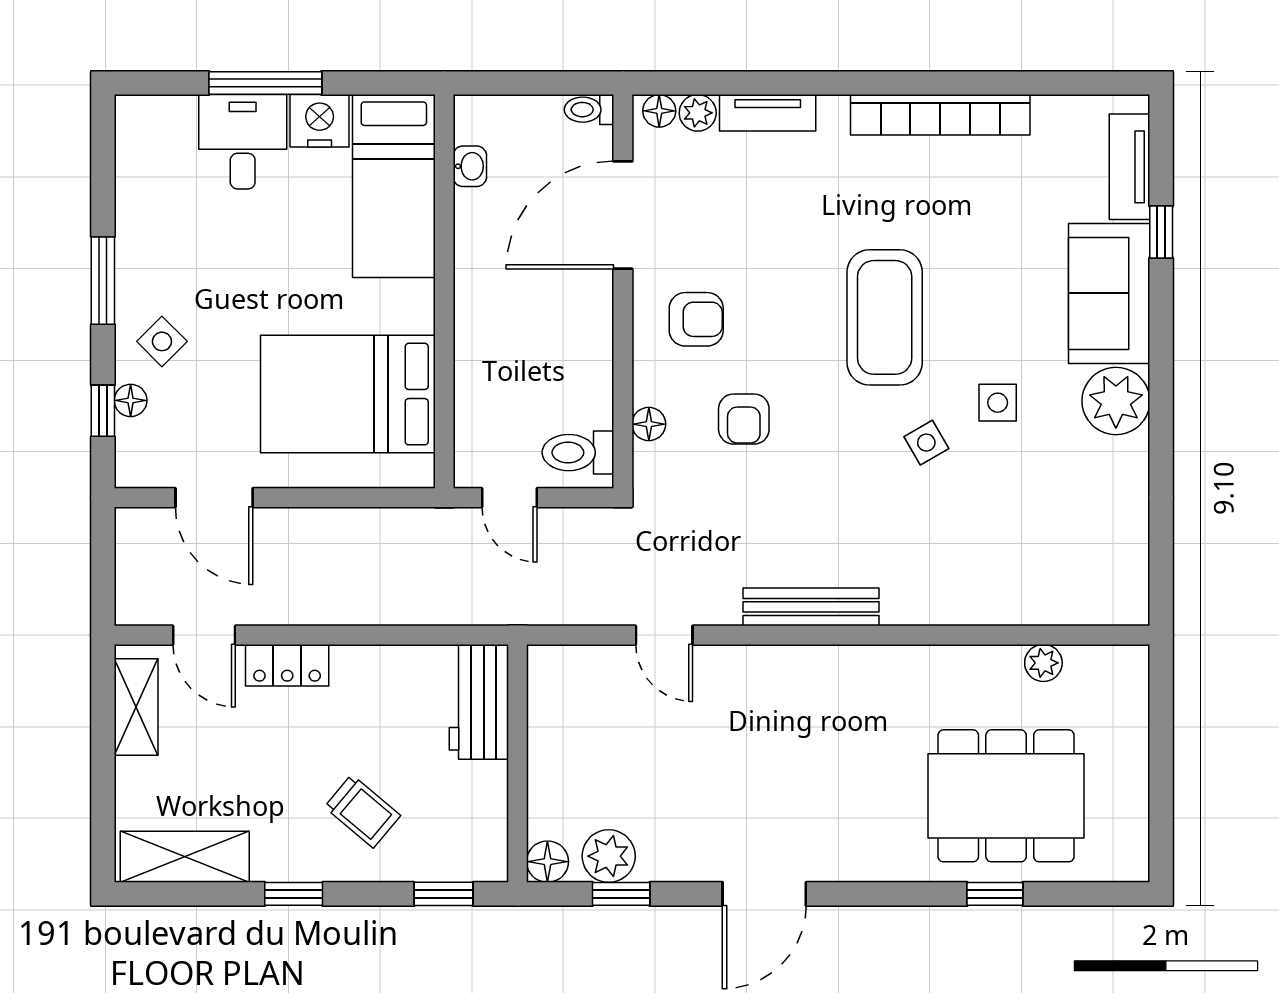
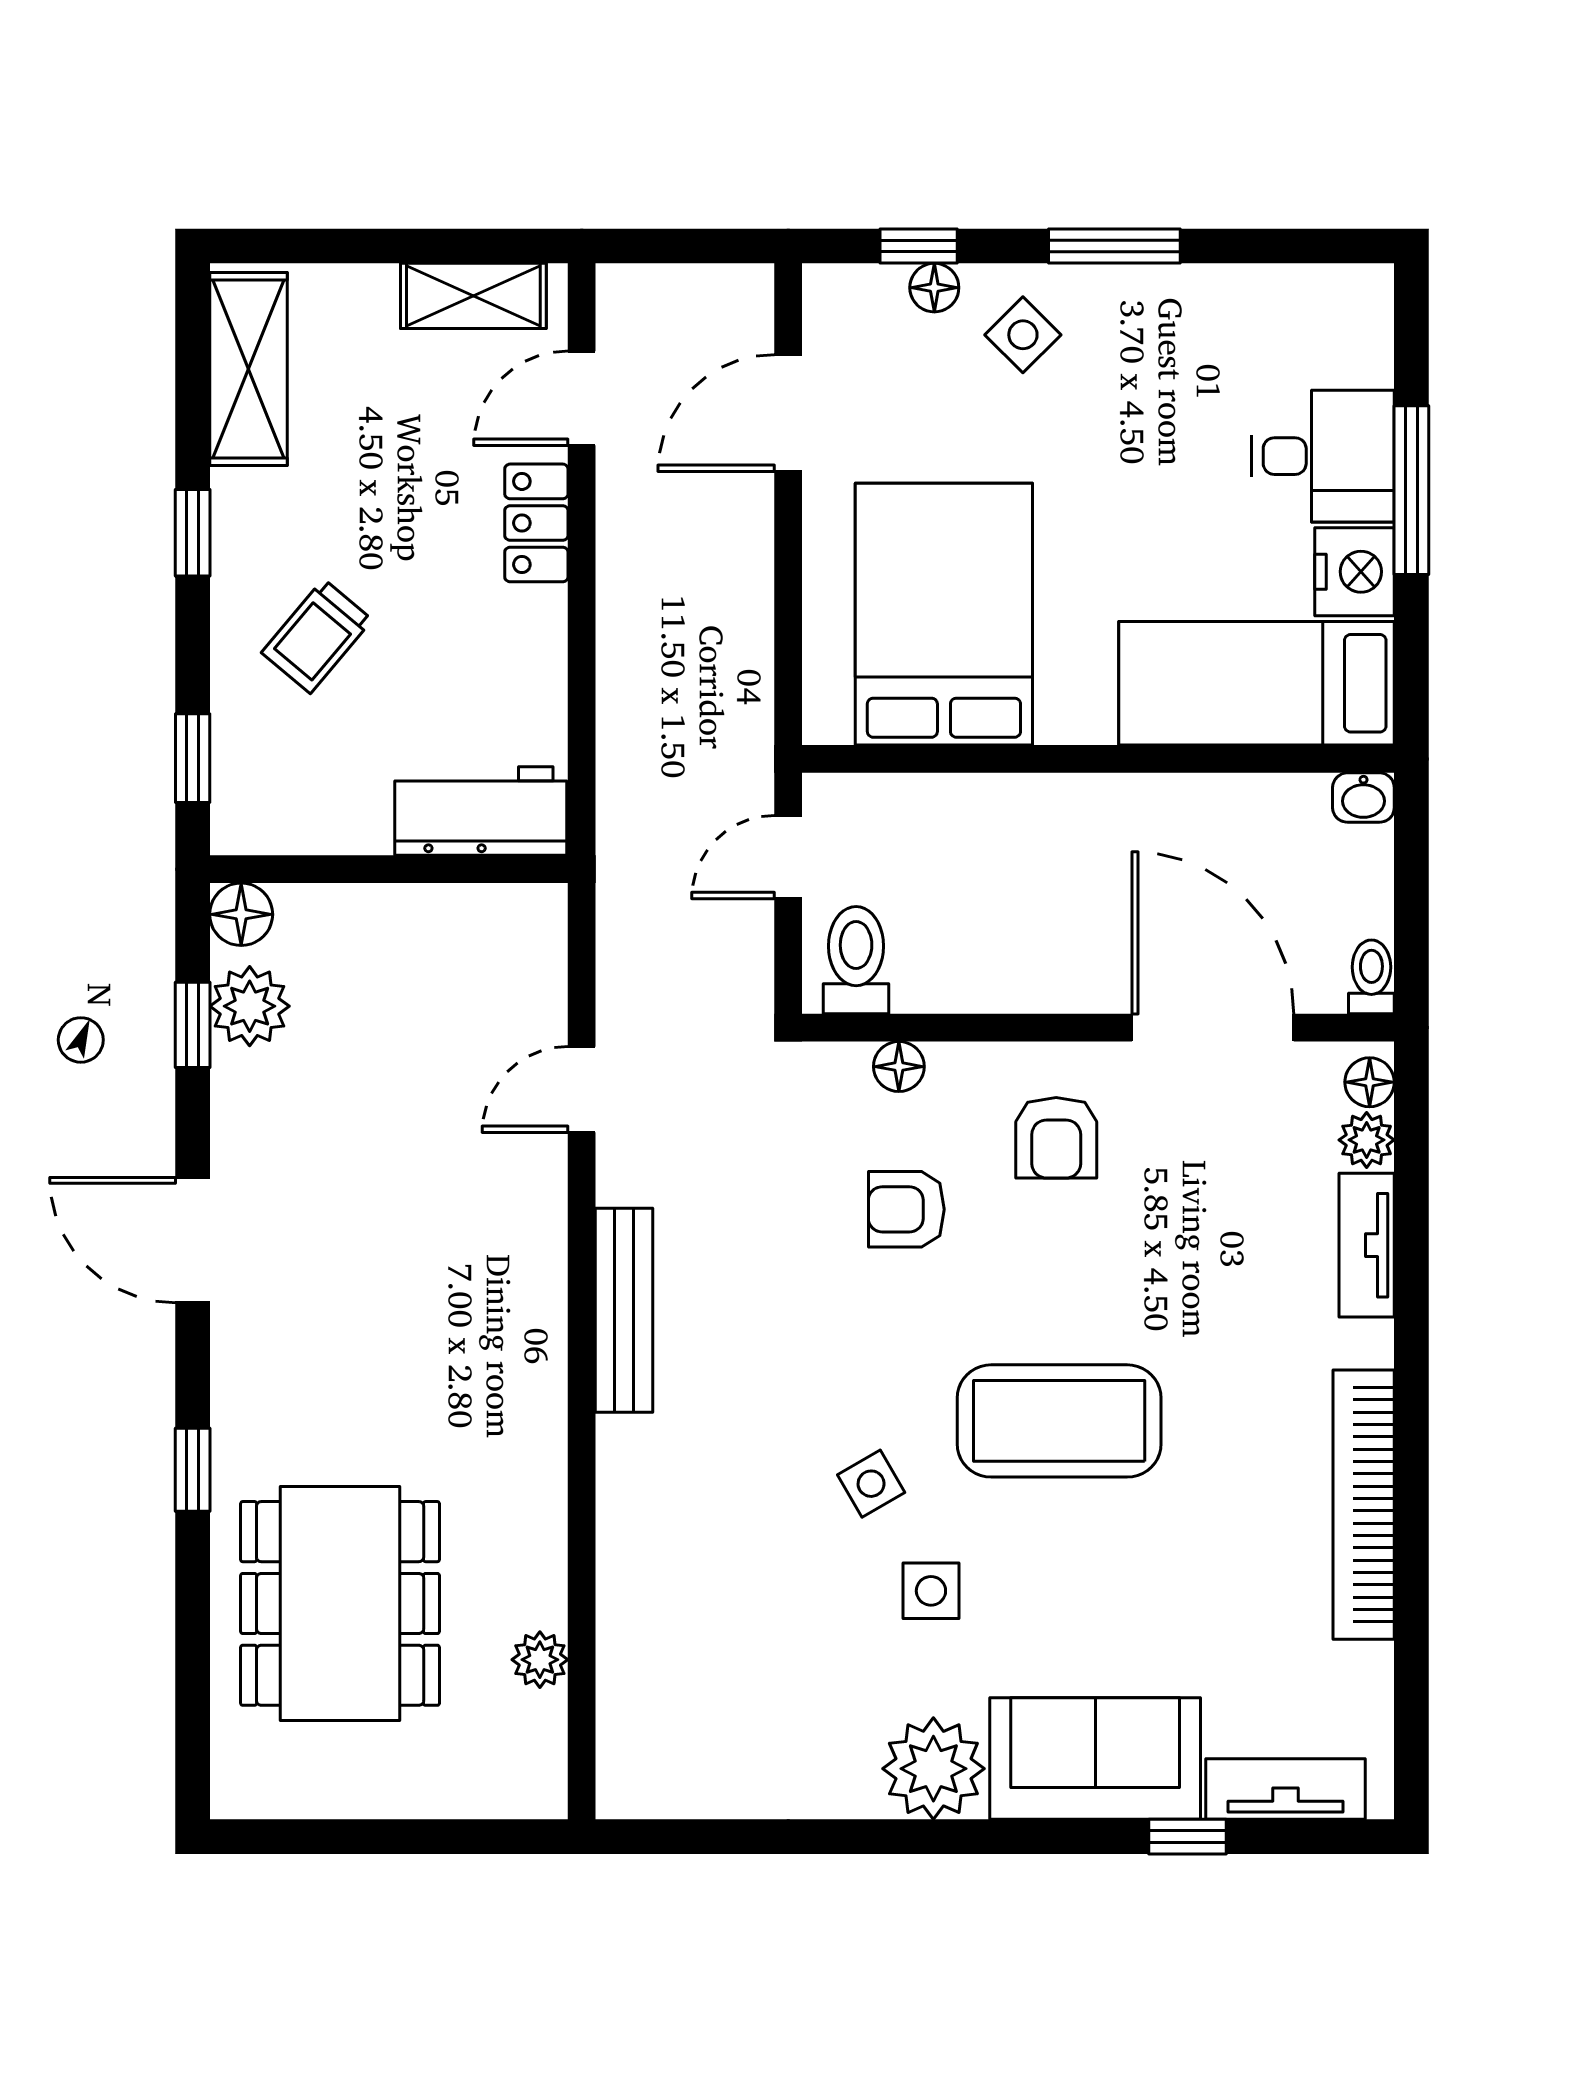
washbasin: (470, 166) -> (1363, 798), moved
window: (995, 894) -> (193, 1470), moved

